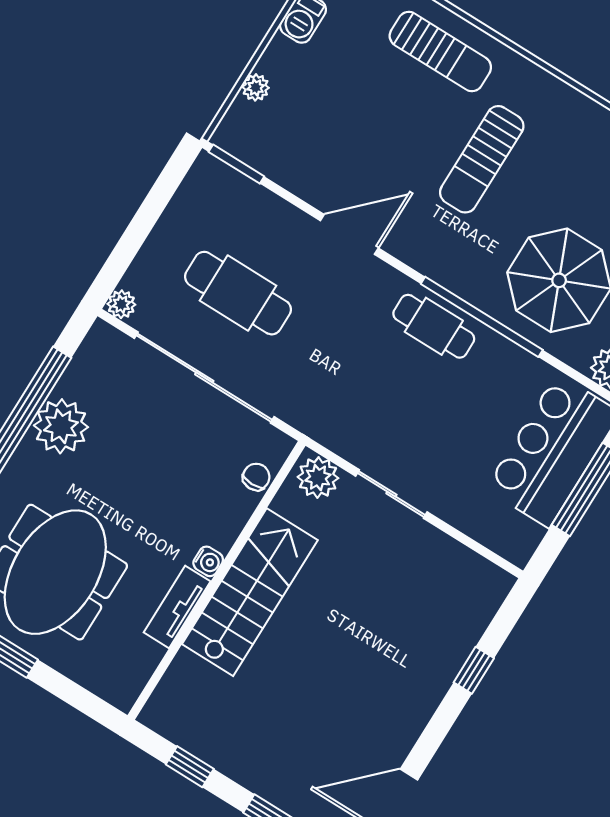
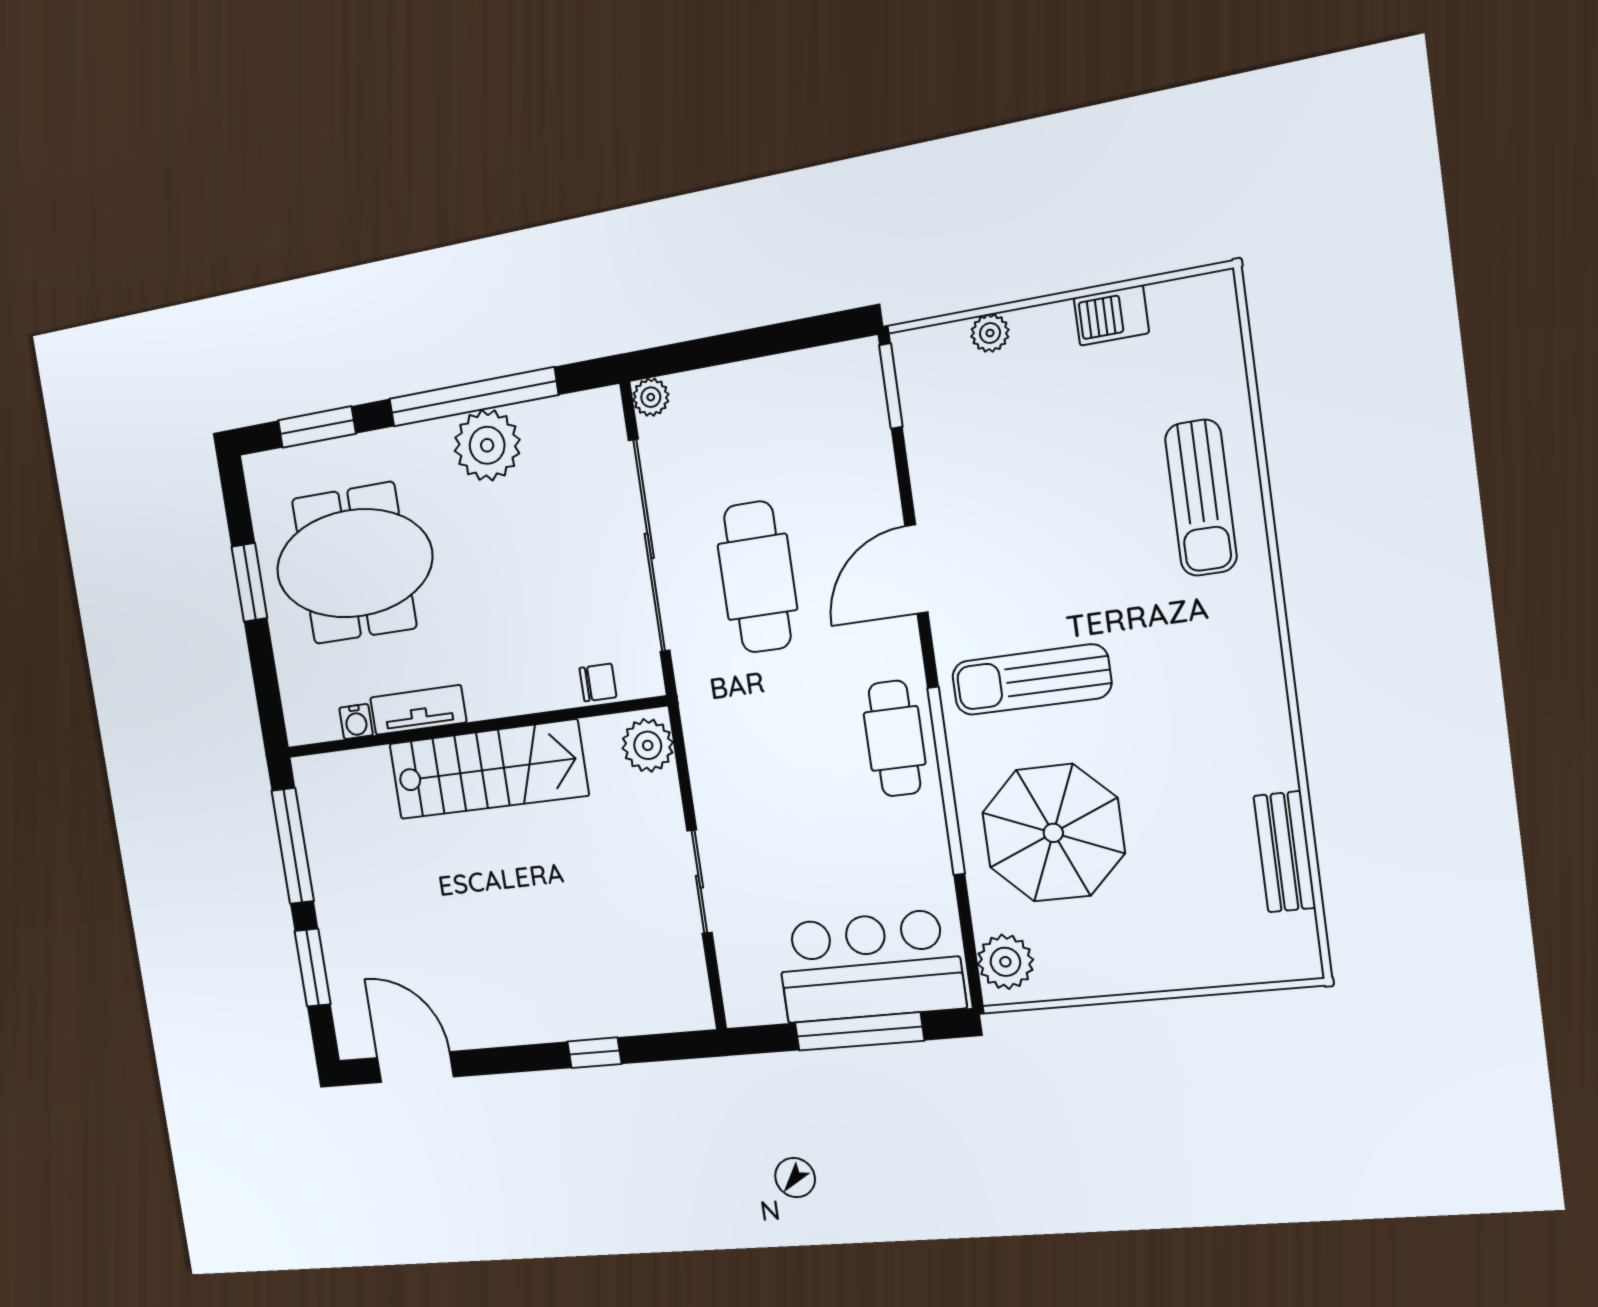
sun lounger: (482, 159) -> (1031, 680), moved
door: (349, 234) -> (916, 569), swing flipped
cafe table: (238, 293) -> (757, 577), moved
sliding door: (391, 494) -> (699, 882), moved
water cooler: (208, 561) -> (356, 722), moved
window: (190, 767) -> (293, 846), width x2.17

